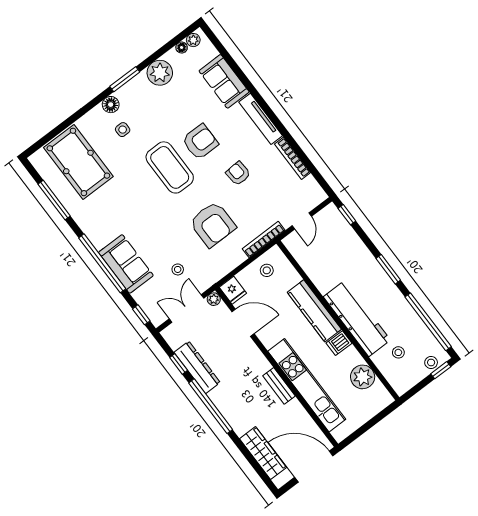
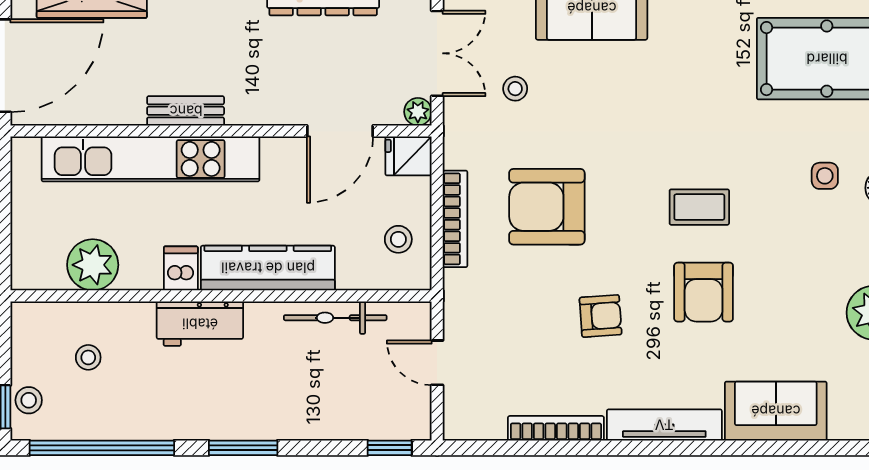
coffee table: (170, 167) -> (699, 207), width x0.54, depth x0.58
bookcase: (264, 239) -> (455, 219), moved
bicycle: (314, 272) -> (335, 318), added
workbench: (357, 318) -> (200, 324), width x0.53, depth x0.76

